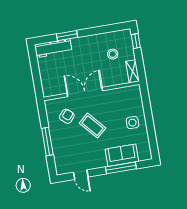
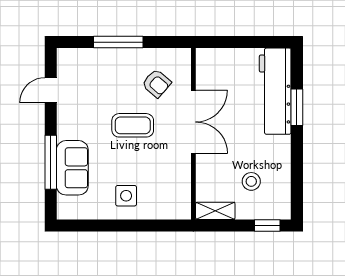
workbench: (53, 48) -> (275, 91), width x1.36, depth x1.32
coffee table: (93, 126) -> (133, 125), turned 41

